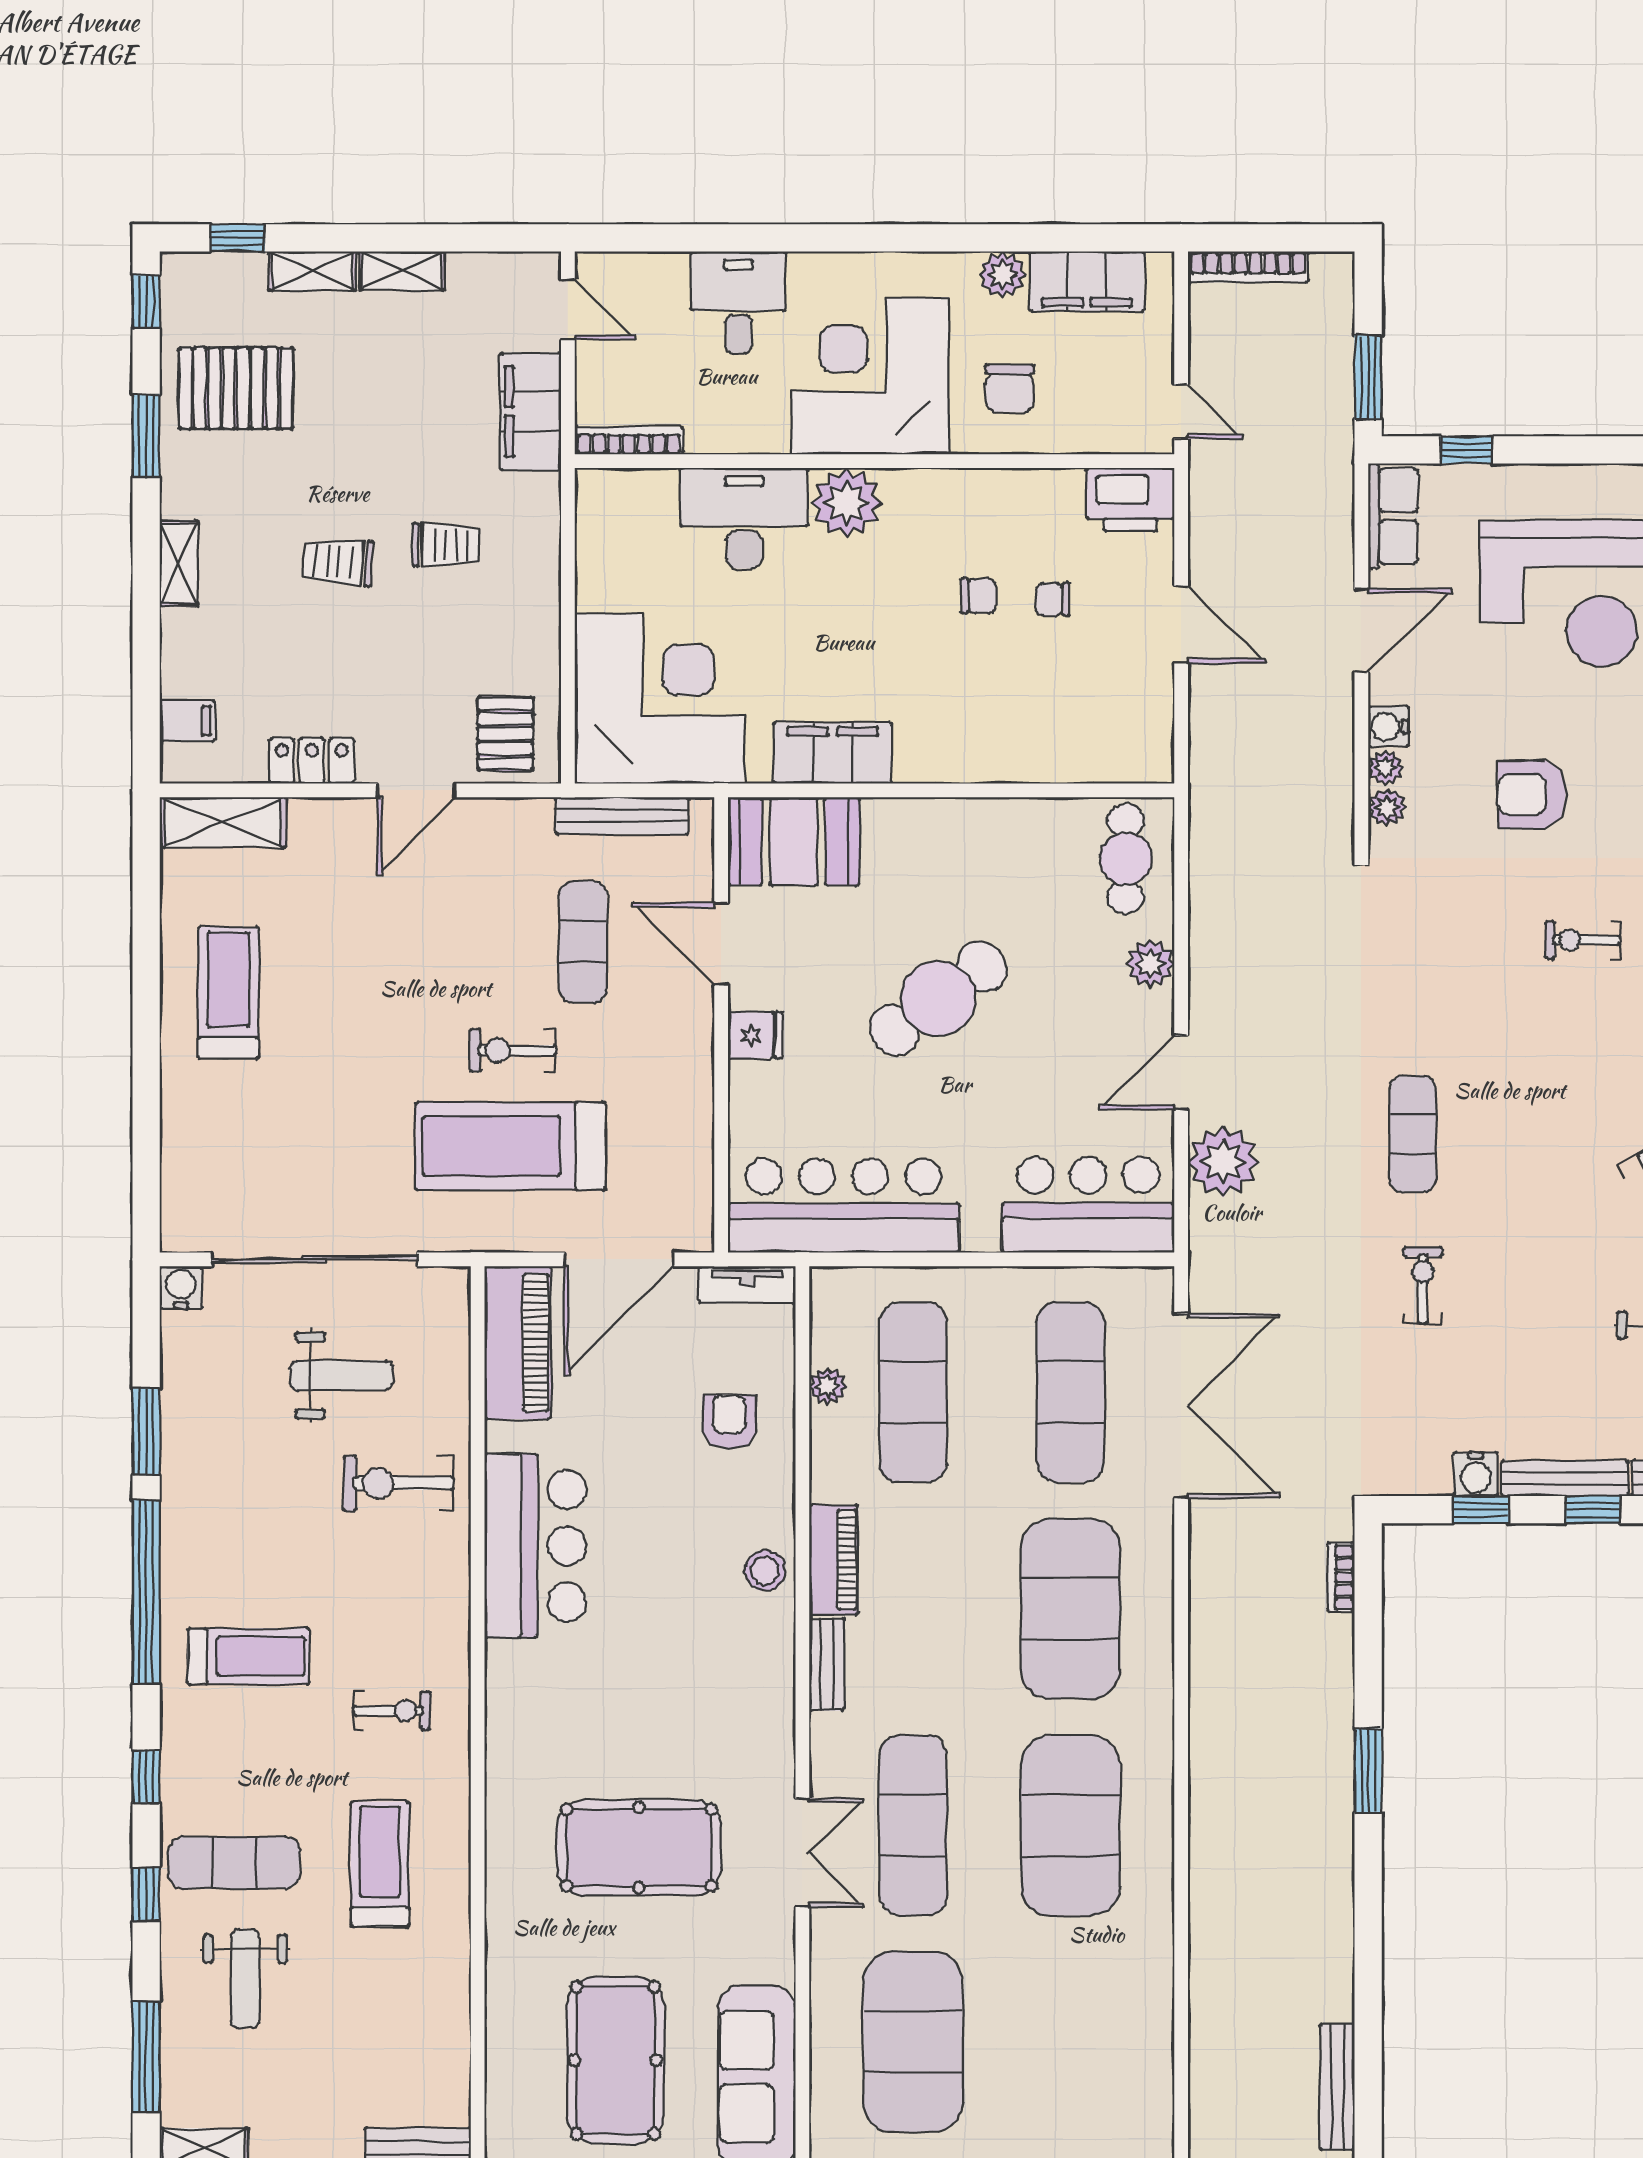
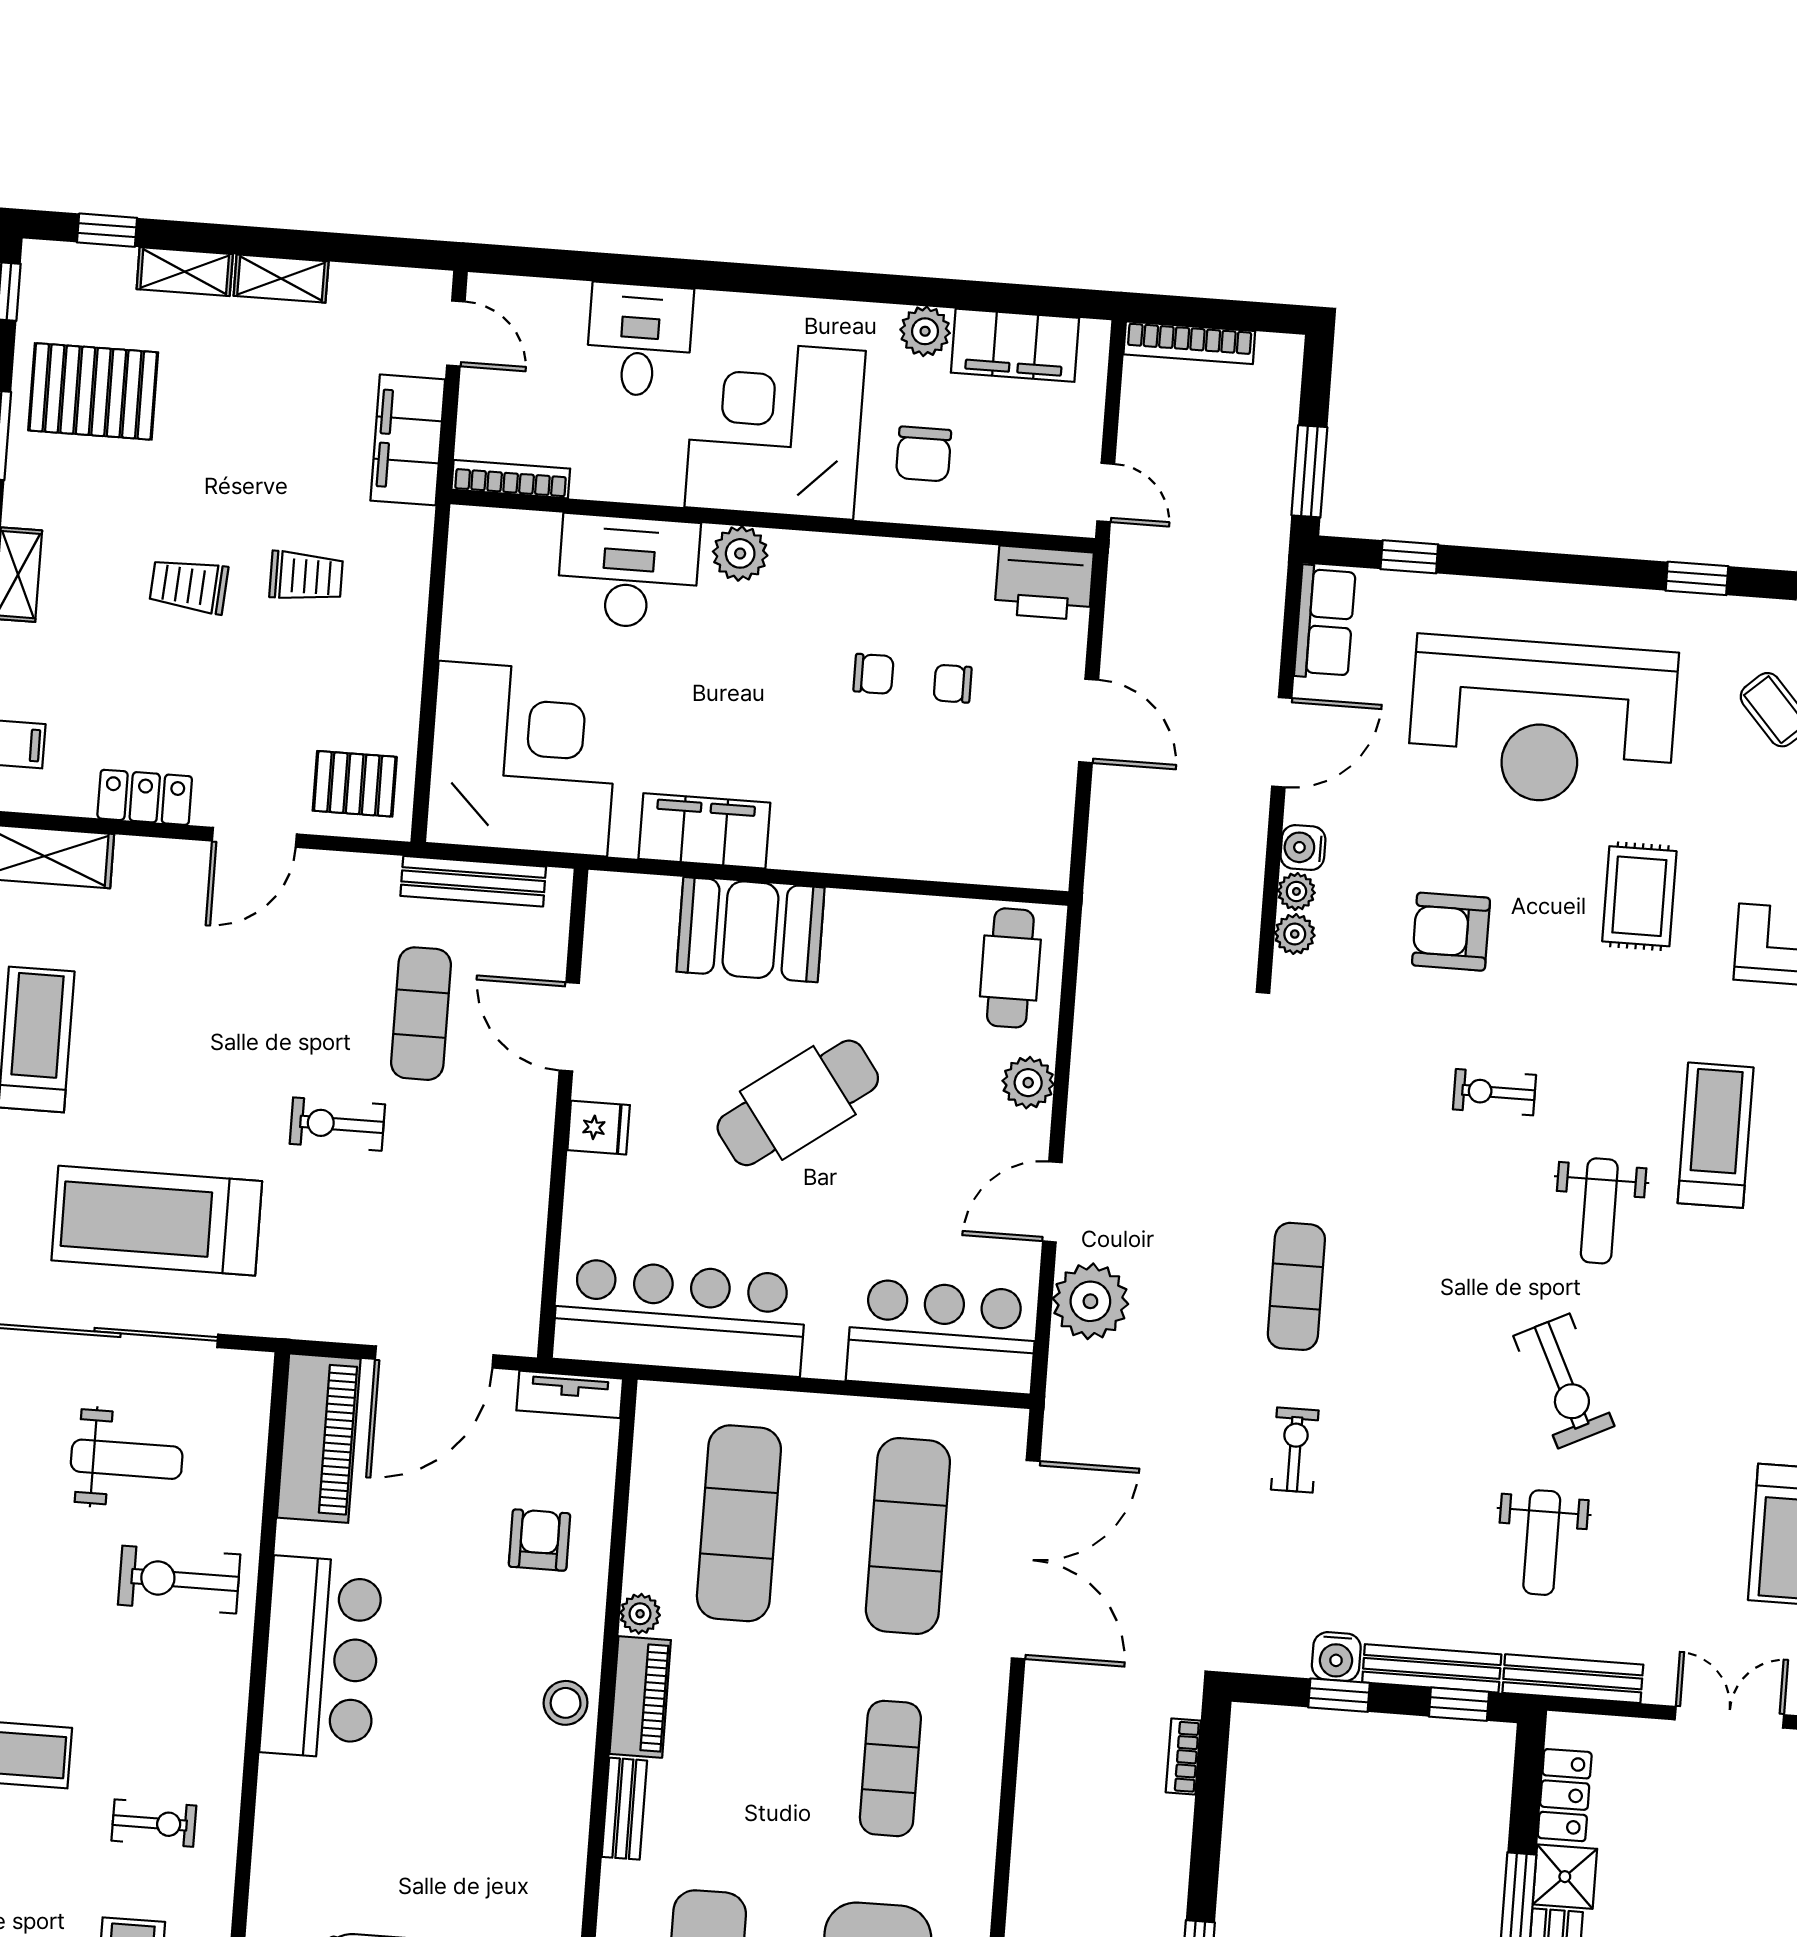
plant: (847, 503) -> (740, 553), width x0.73, depth x0.73
pallet: (505, 734) -> (355, 784), turned 90
booth: (794, 841) -> (750, 930), moved
treadmill: (510, 1146) -> (157, 1221), moved
plant: (828, 1386) -> (640, 1614), moved
exercise mat: (1070, 1609) -> (890, 1768), width x0.50, depth x0.69

